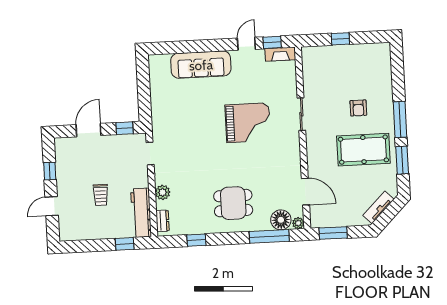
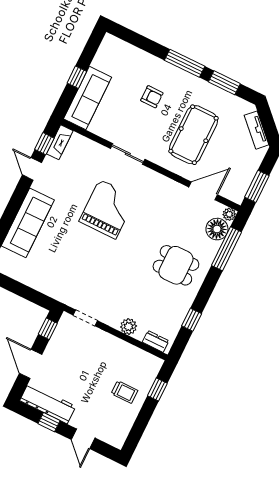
sofa: (328, 57) -> (88, 98), added
pool table: (363, 150) -> (193, 135), moved
trolley: (101, 195) -> (124, 392), moved
dining table: (233, 203) -> (176, 265), turned 90
workbench: (141, 213) -> (48, 403), moved, turned 180

